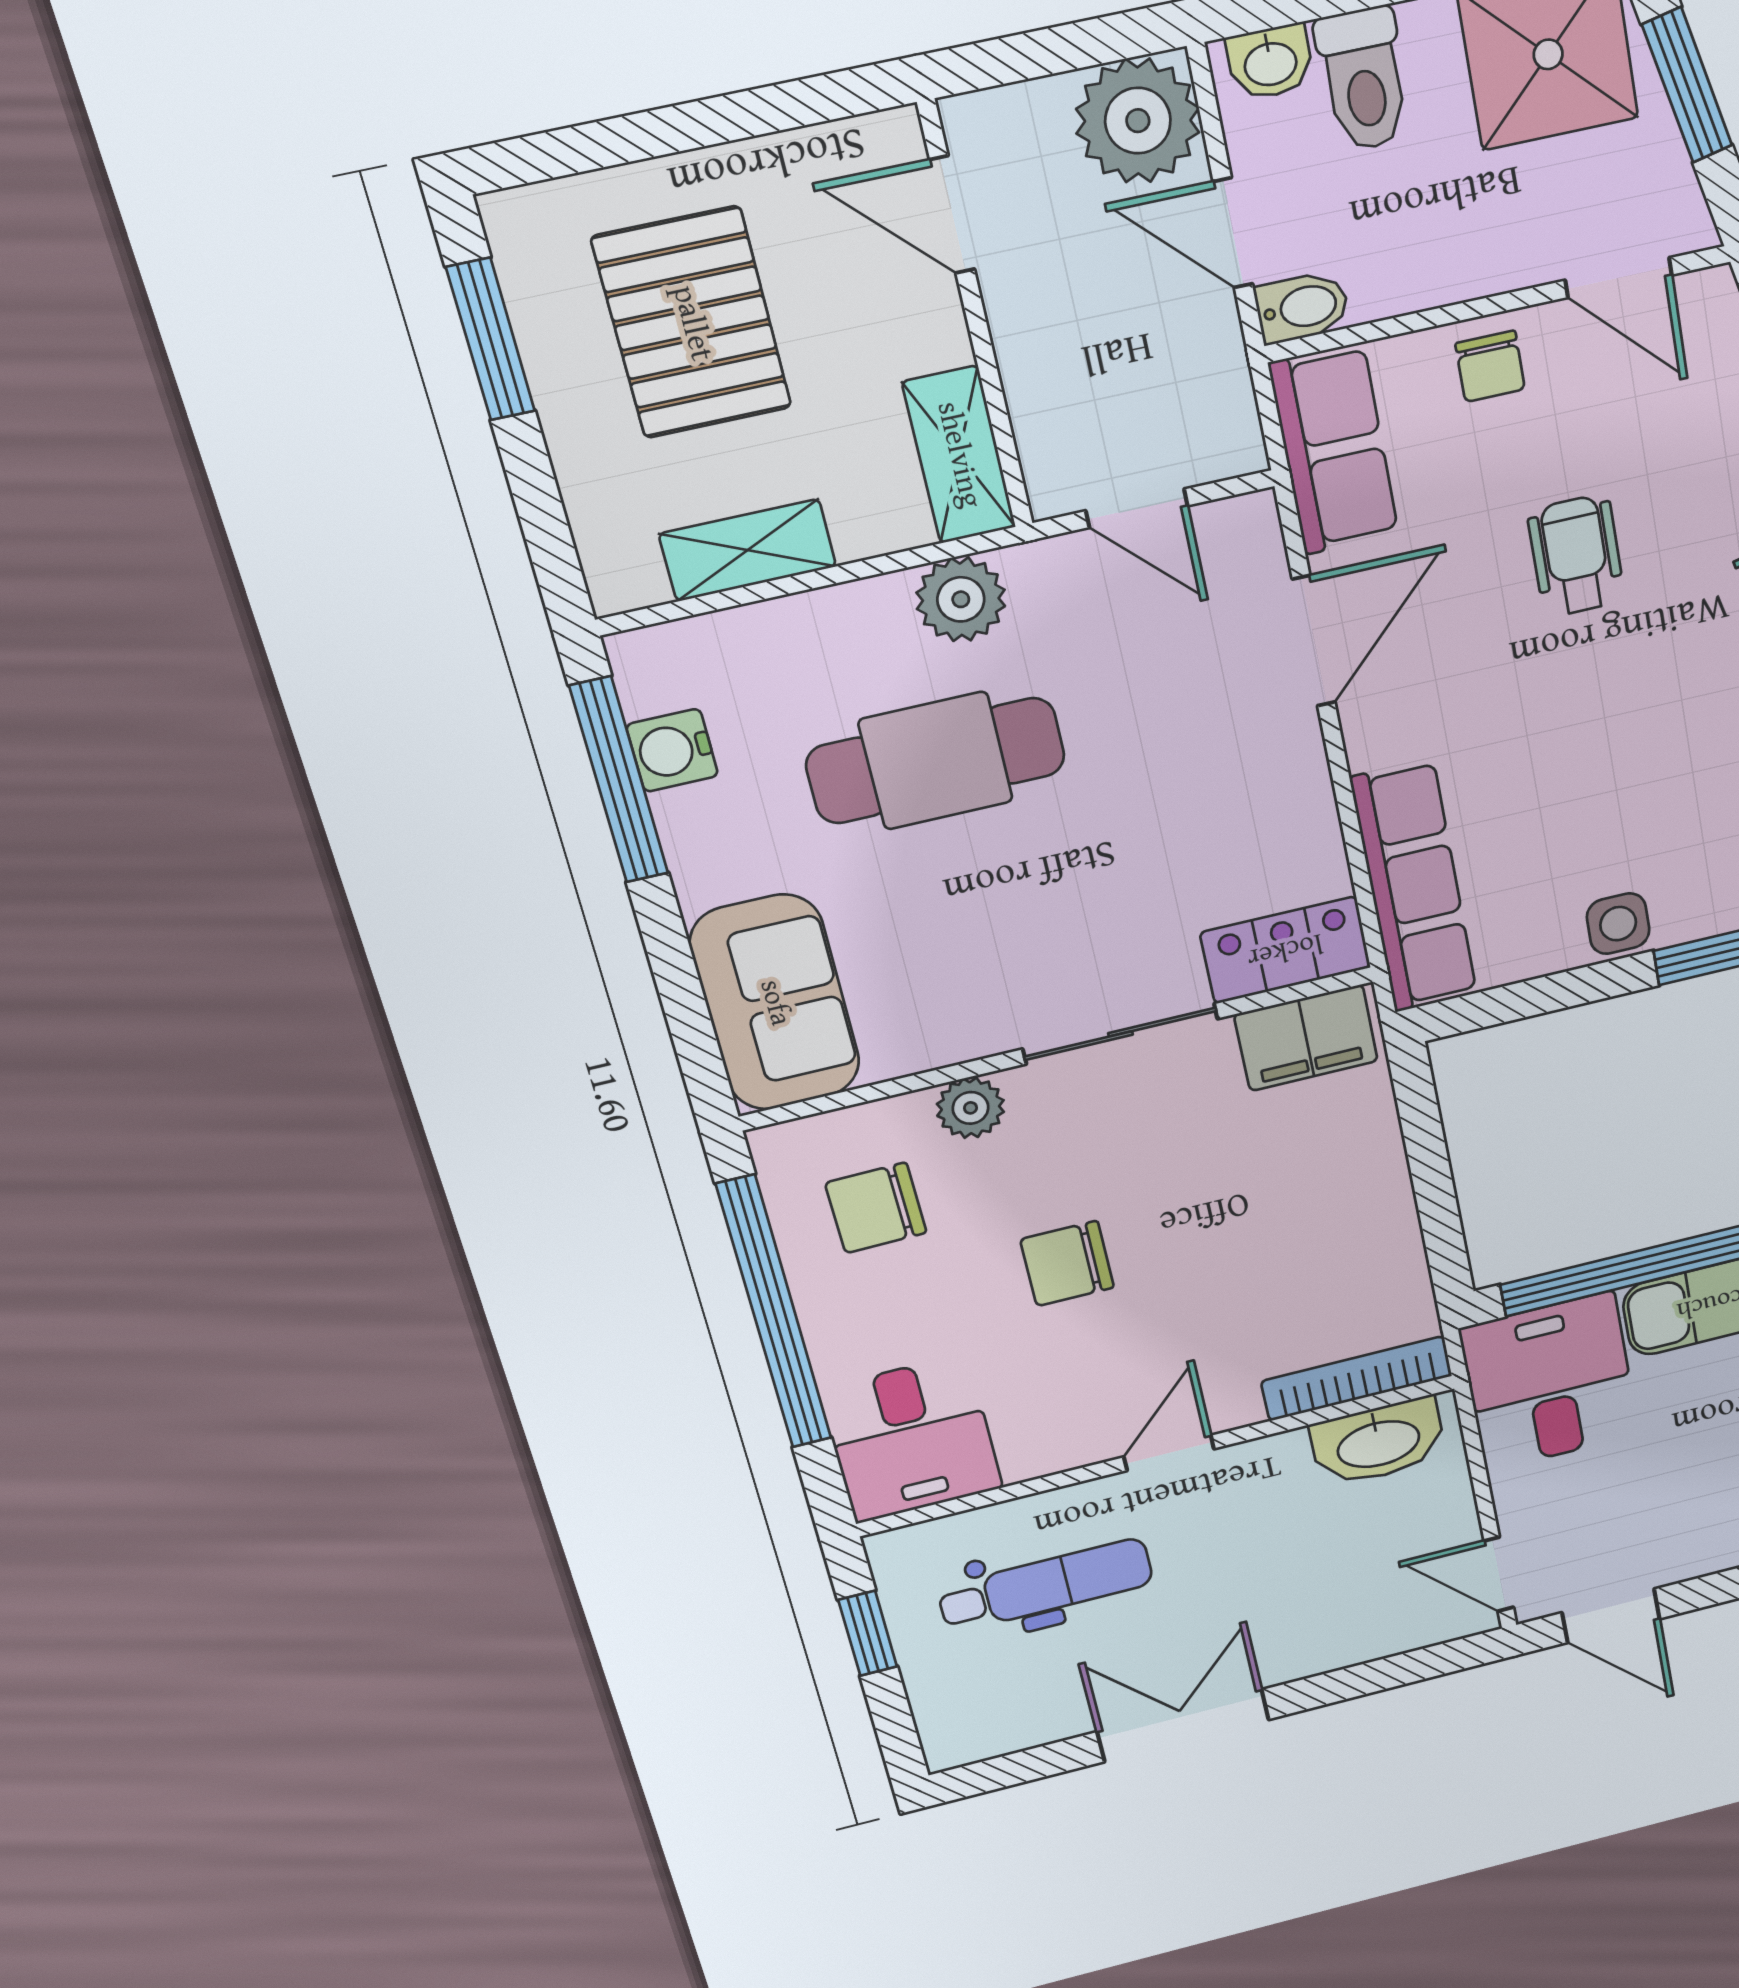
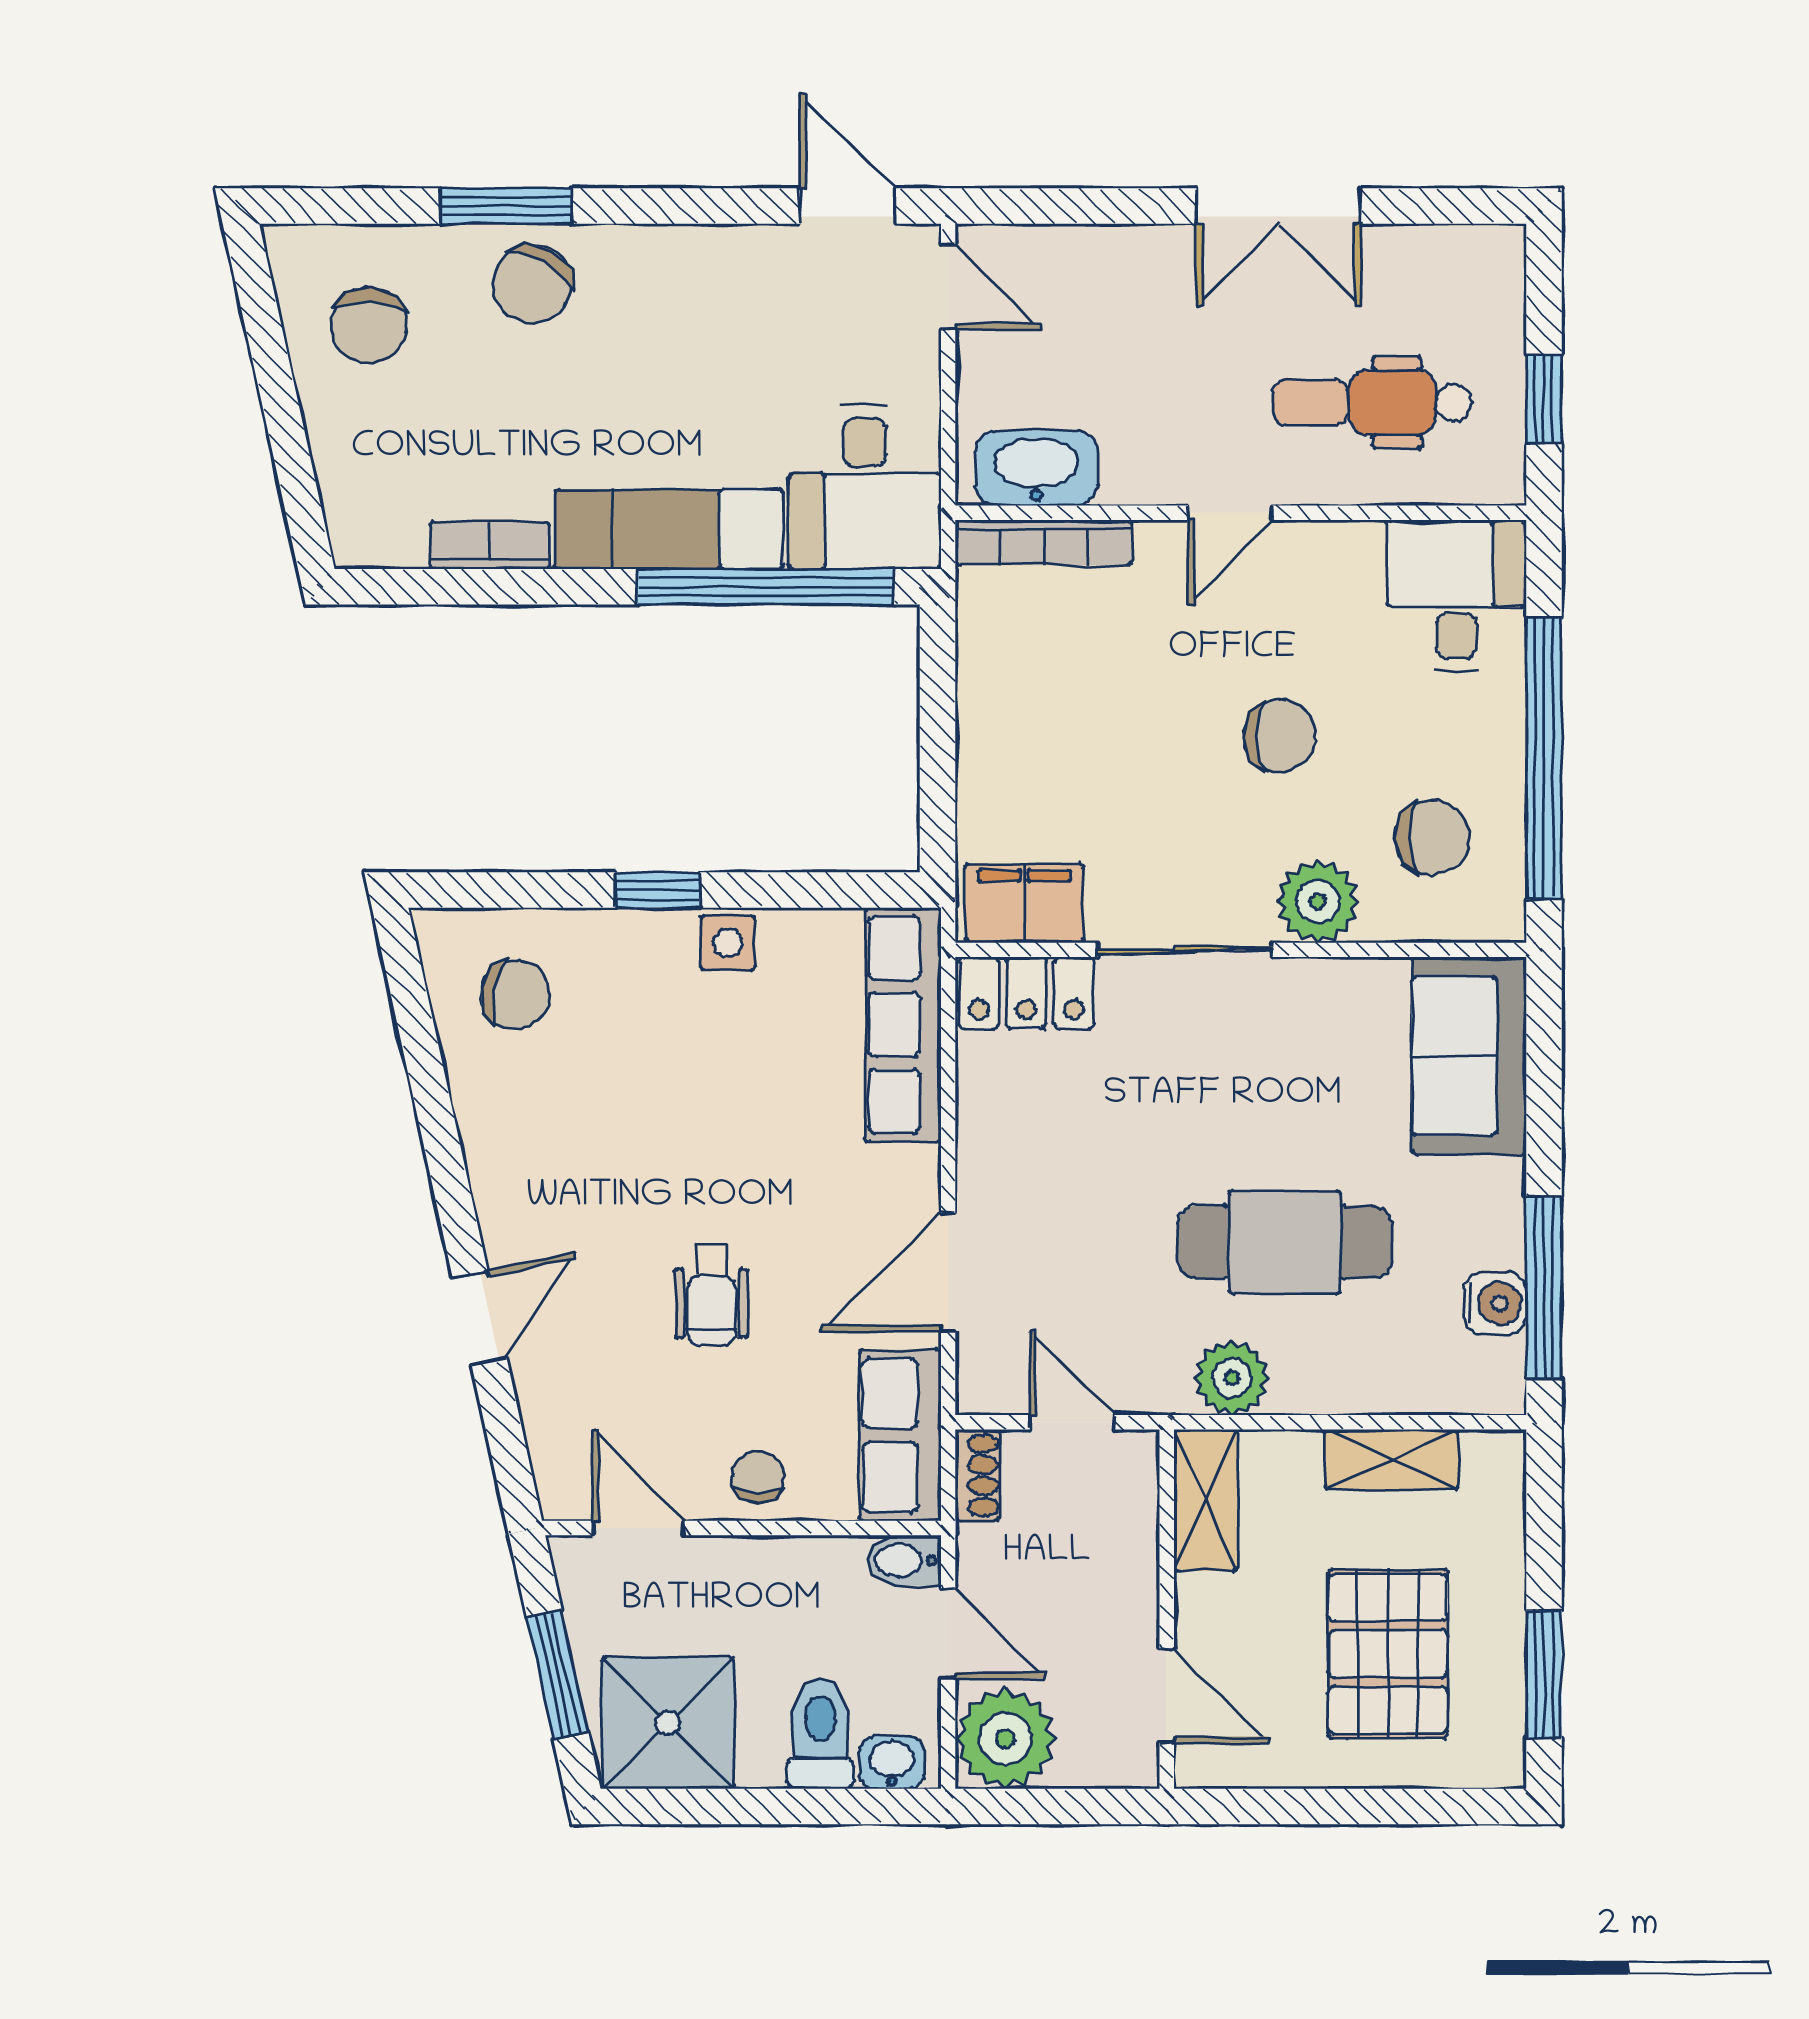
shoe rack: (1235, 424) -> (978, 1475), added
plant: (970, 1108) -> (1318, 902), width x1.38, depth x1.38

